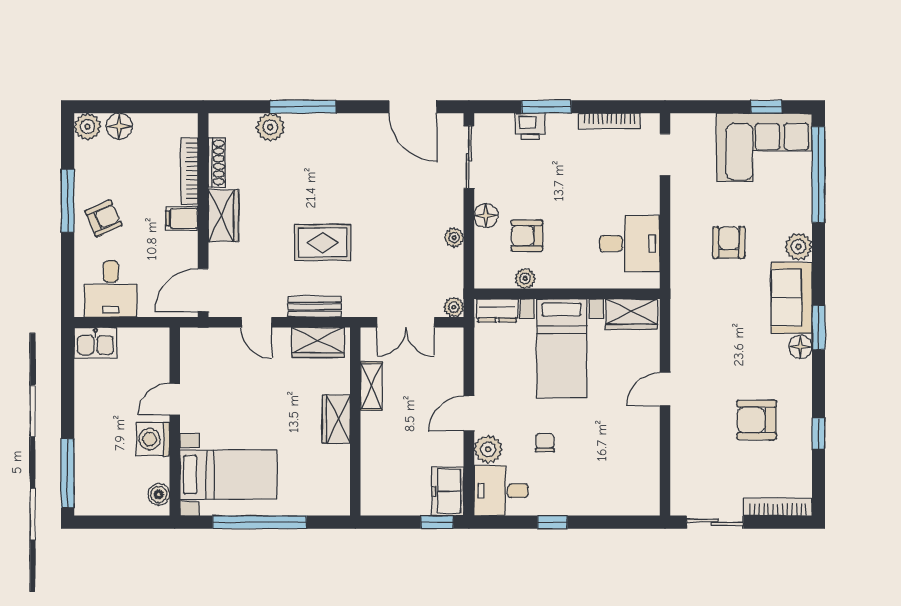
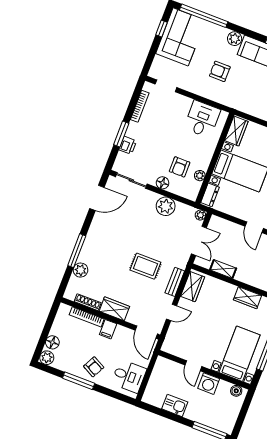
armchair: (104, 218) -> (94, 367), turned 142
plant: (454, 238) -> (166, 206), width x1.88, depth x1.88
rug: (323, 242) -> (145, 266), turned 90
kitchen sink: (95, 343) -> (175, 405), moved, turned -90
wardrobe: (336, 419) -> (248, 298), moved

